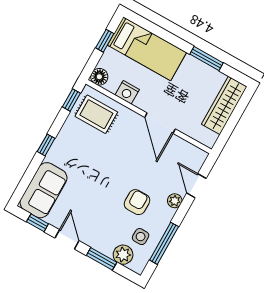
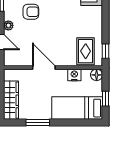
rug: (96, 114) -> (86, 51), turned 90
window: (46, 145) -> (106, 15), removed
armchair: (137, 202) -> (31, 12), turned -90

